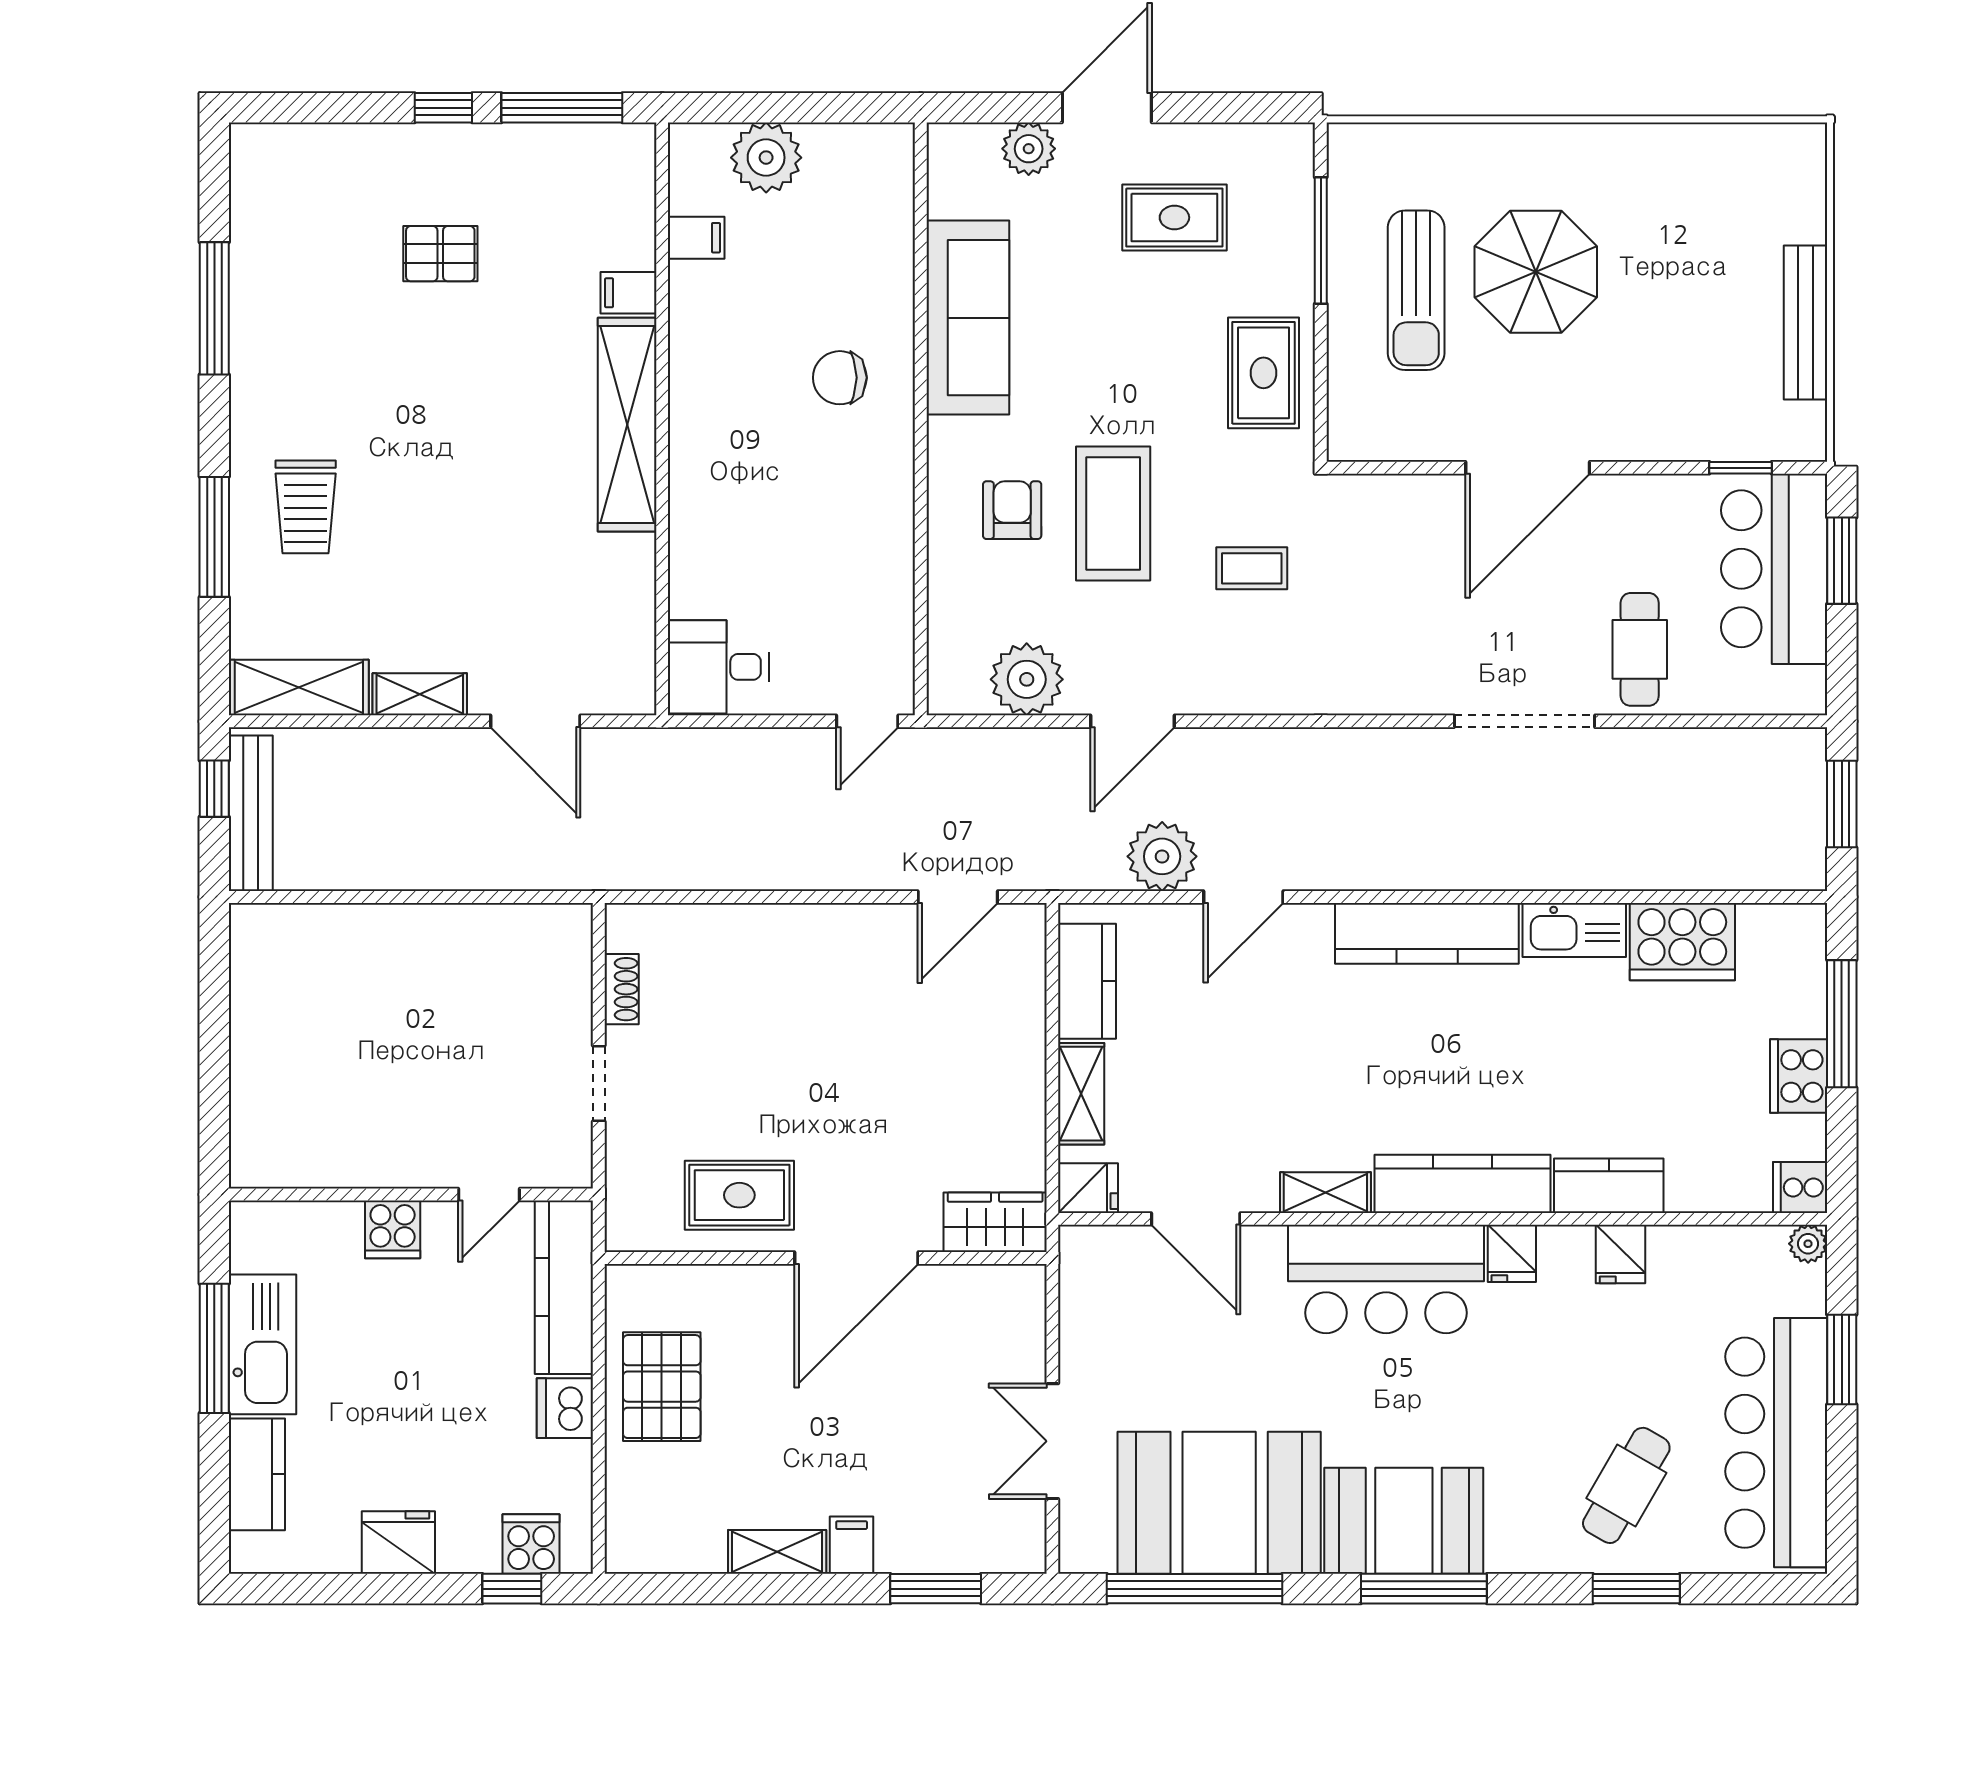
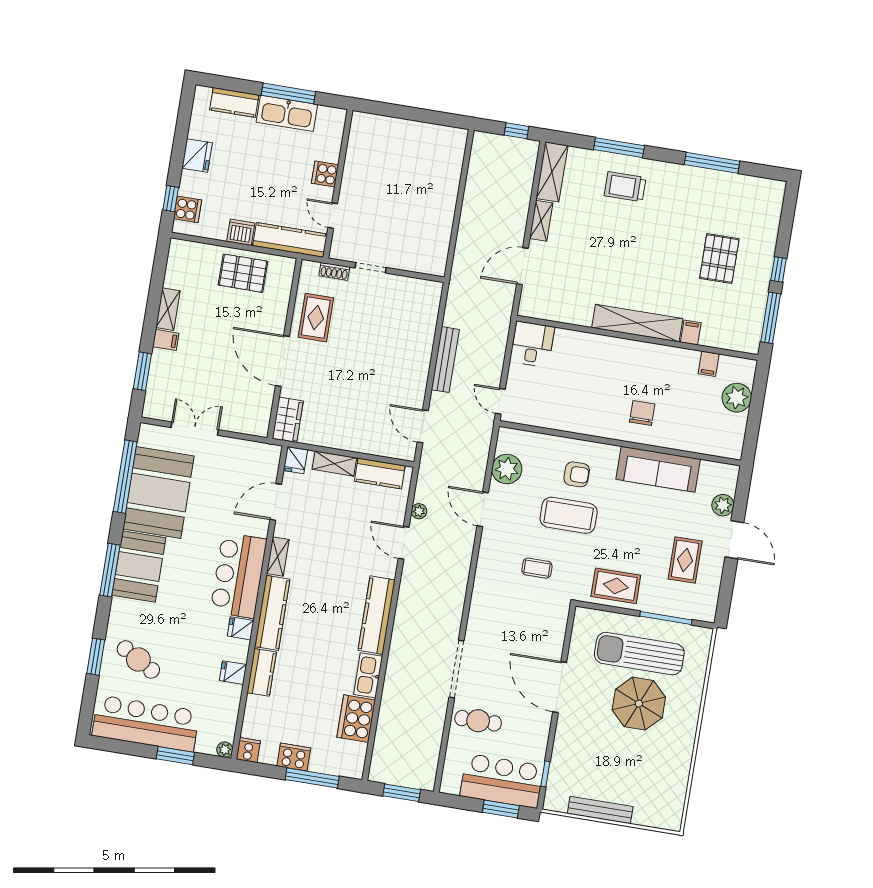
pallet: (440, 254) -> (719, 259), width x1.50, depth x1.42
sun lounger: (1416, 290) -> (639, 654), width x1.36, depth x1.34
coffee table: (1252, 568) -> (537, 568), turned 90
bench: (251, 813) -> (445, 360), moved, turned 90
plant: (1162, 856) -> (419, 511), width x0.53, depth x0.53
shoe rack: (622, 989) -> (334, 271), moved

